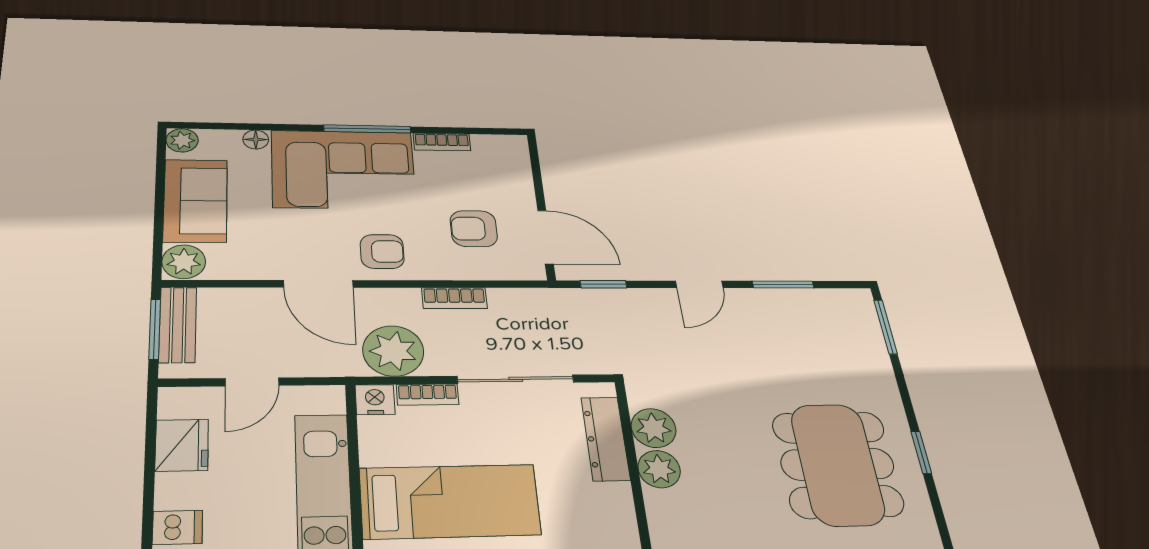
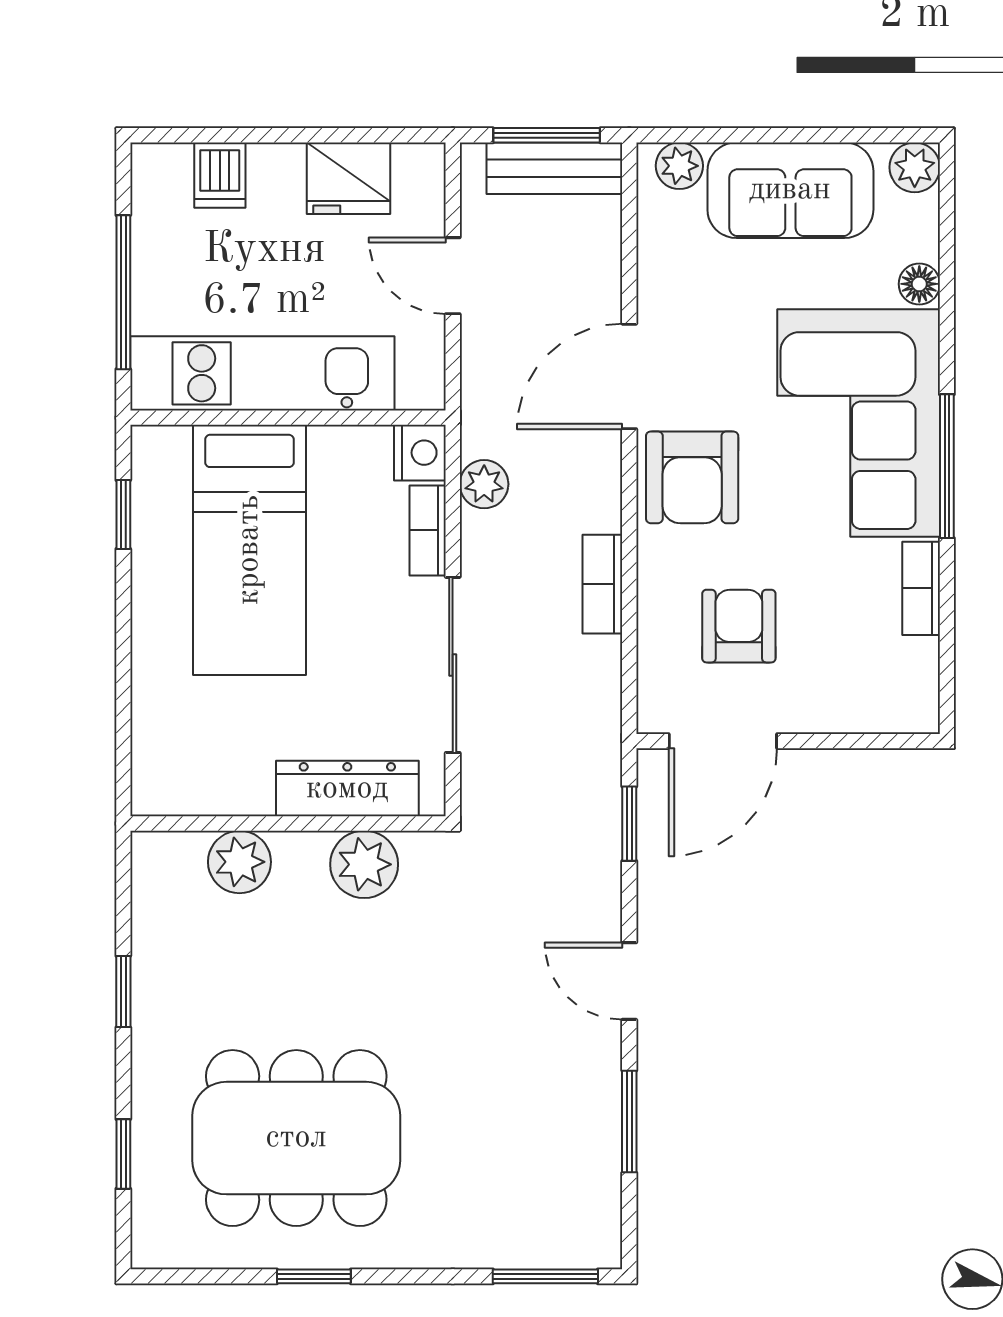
armchair: (382, 251) -> (692, 477), width x1.38, depth x1.38
plant: (184, 262) -> (679, 166), width x0.73, depth x0.73
plant: (393, 351) -> (484, 484), width x0.53, depth x0.53
plant: (659, 469) -> (239, 862), moved

